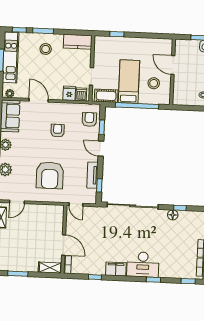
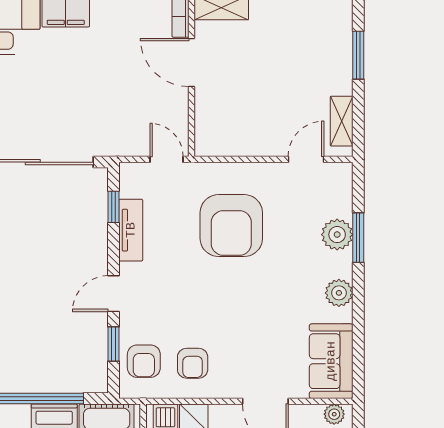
armchair: (58, 131) -> (193, 363), moved
door: (101, 149) -> (114, 294), swing flipped
armchair: (50, 175) -> (231, 226), turned 180

